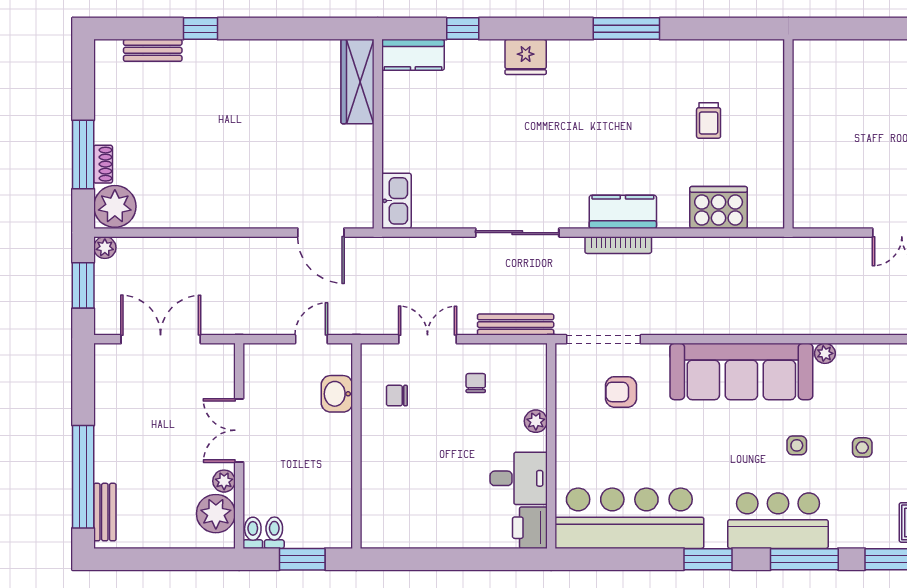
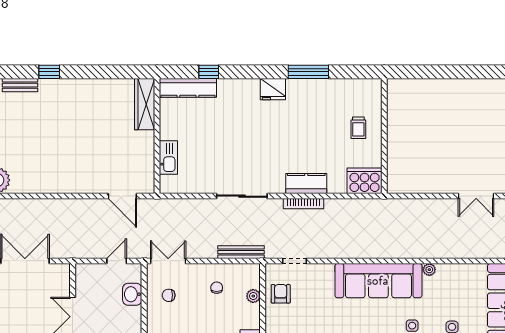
kitchen counter: (413, 55) -> (188, 88), width x1.50
fridge: (526, 57) -> (273, 89), moved
wall: (788, 134) -> (384, 136), moved
kitchen sink: (396, 201) -> (168, 157), moved
double door: (428, 339) -> (168, 261), moved
doorway: (603, 339) -> (294, 261), width x0.53
armchair: (621, 392) -> (281, 294), moved, turned 90
plant: (536, 421) -> (253, 296), moved

